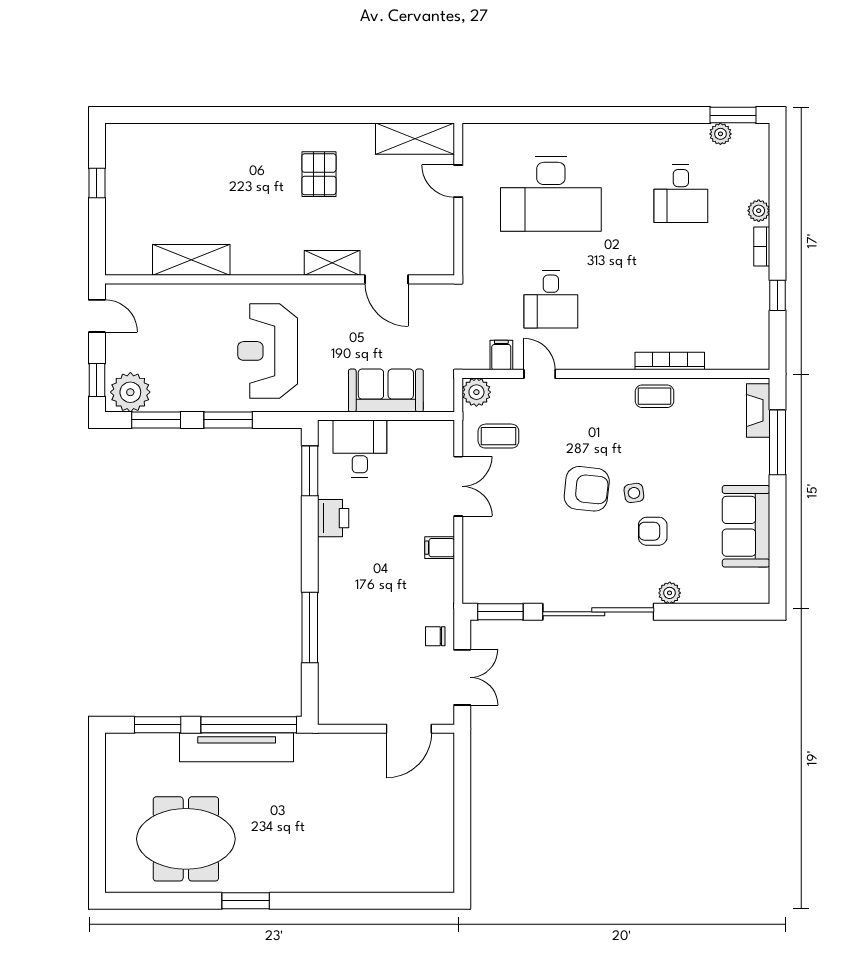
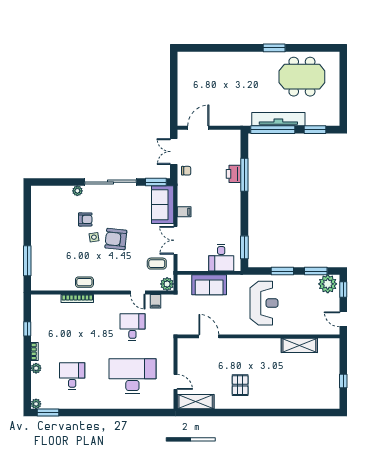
plant: (720, 134) -> (36, 404), moved
shelving: (332, 263) -> (234, 344), removed
fireplace: (758, 410) -> (36, 275), removed
printer: (333, 518) -> (234, 174), moved
sofa: (746, 526) -> (163, 205), moved, turned 180

